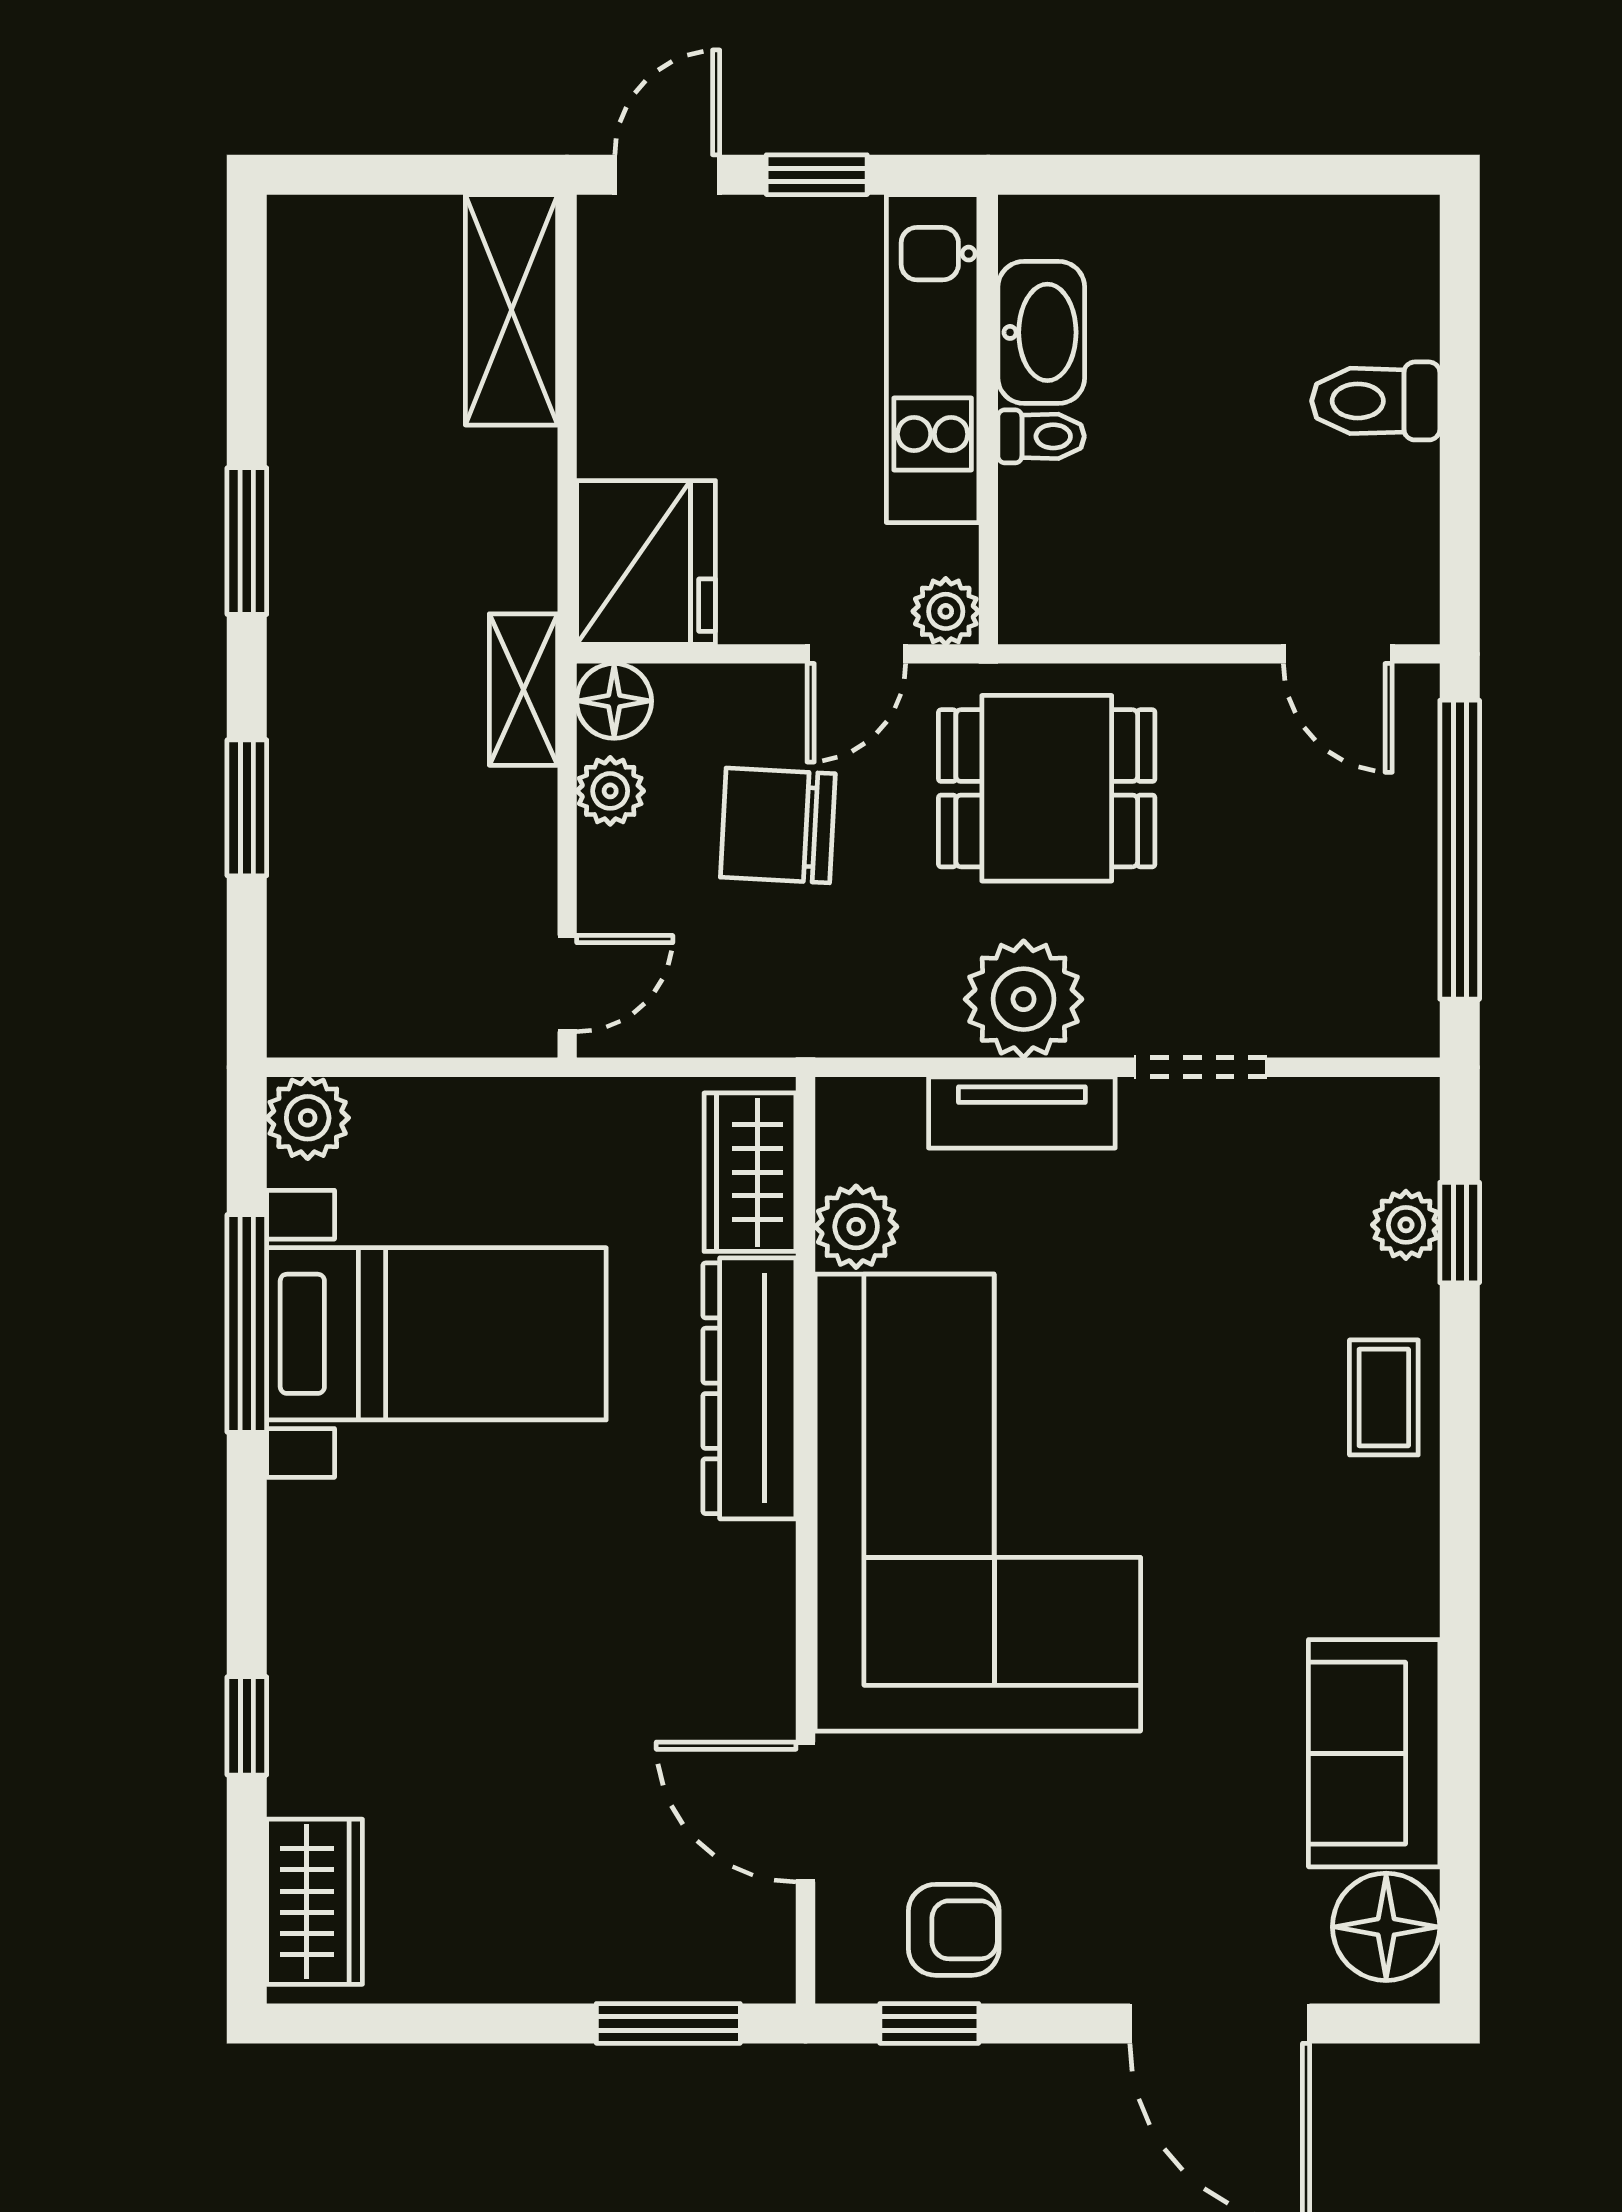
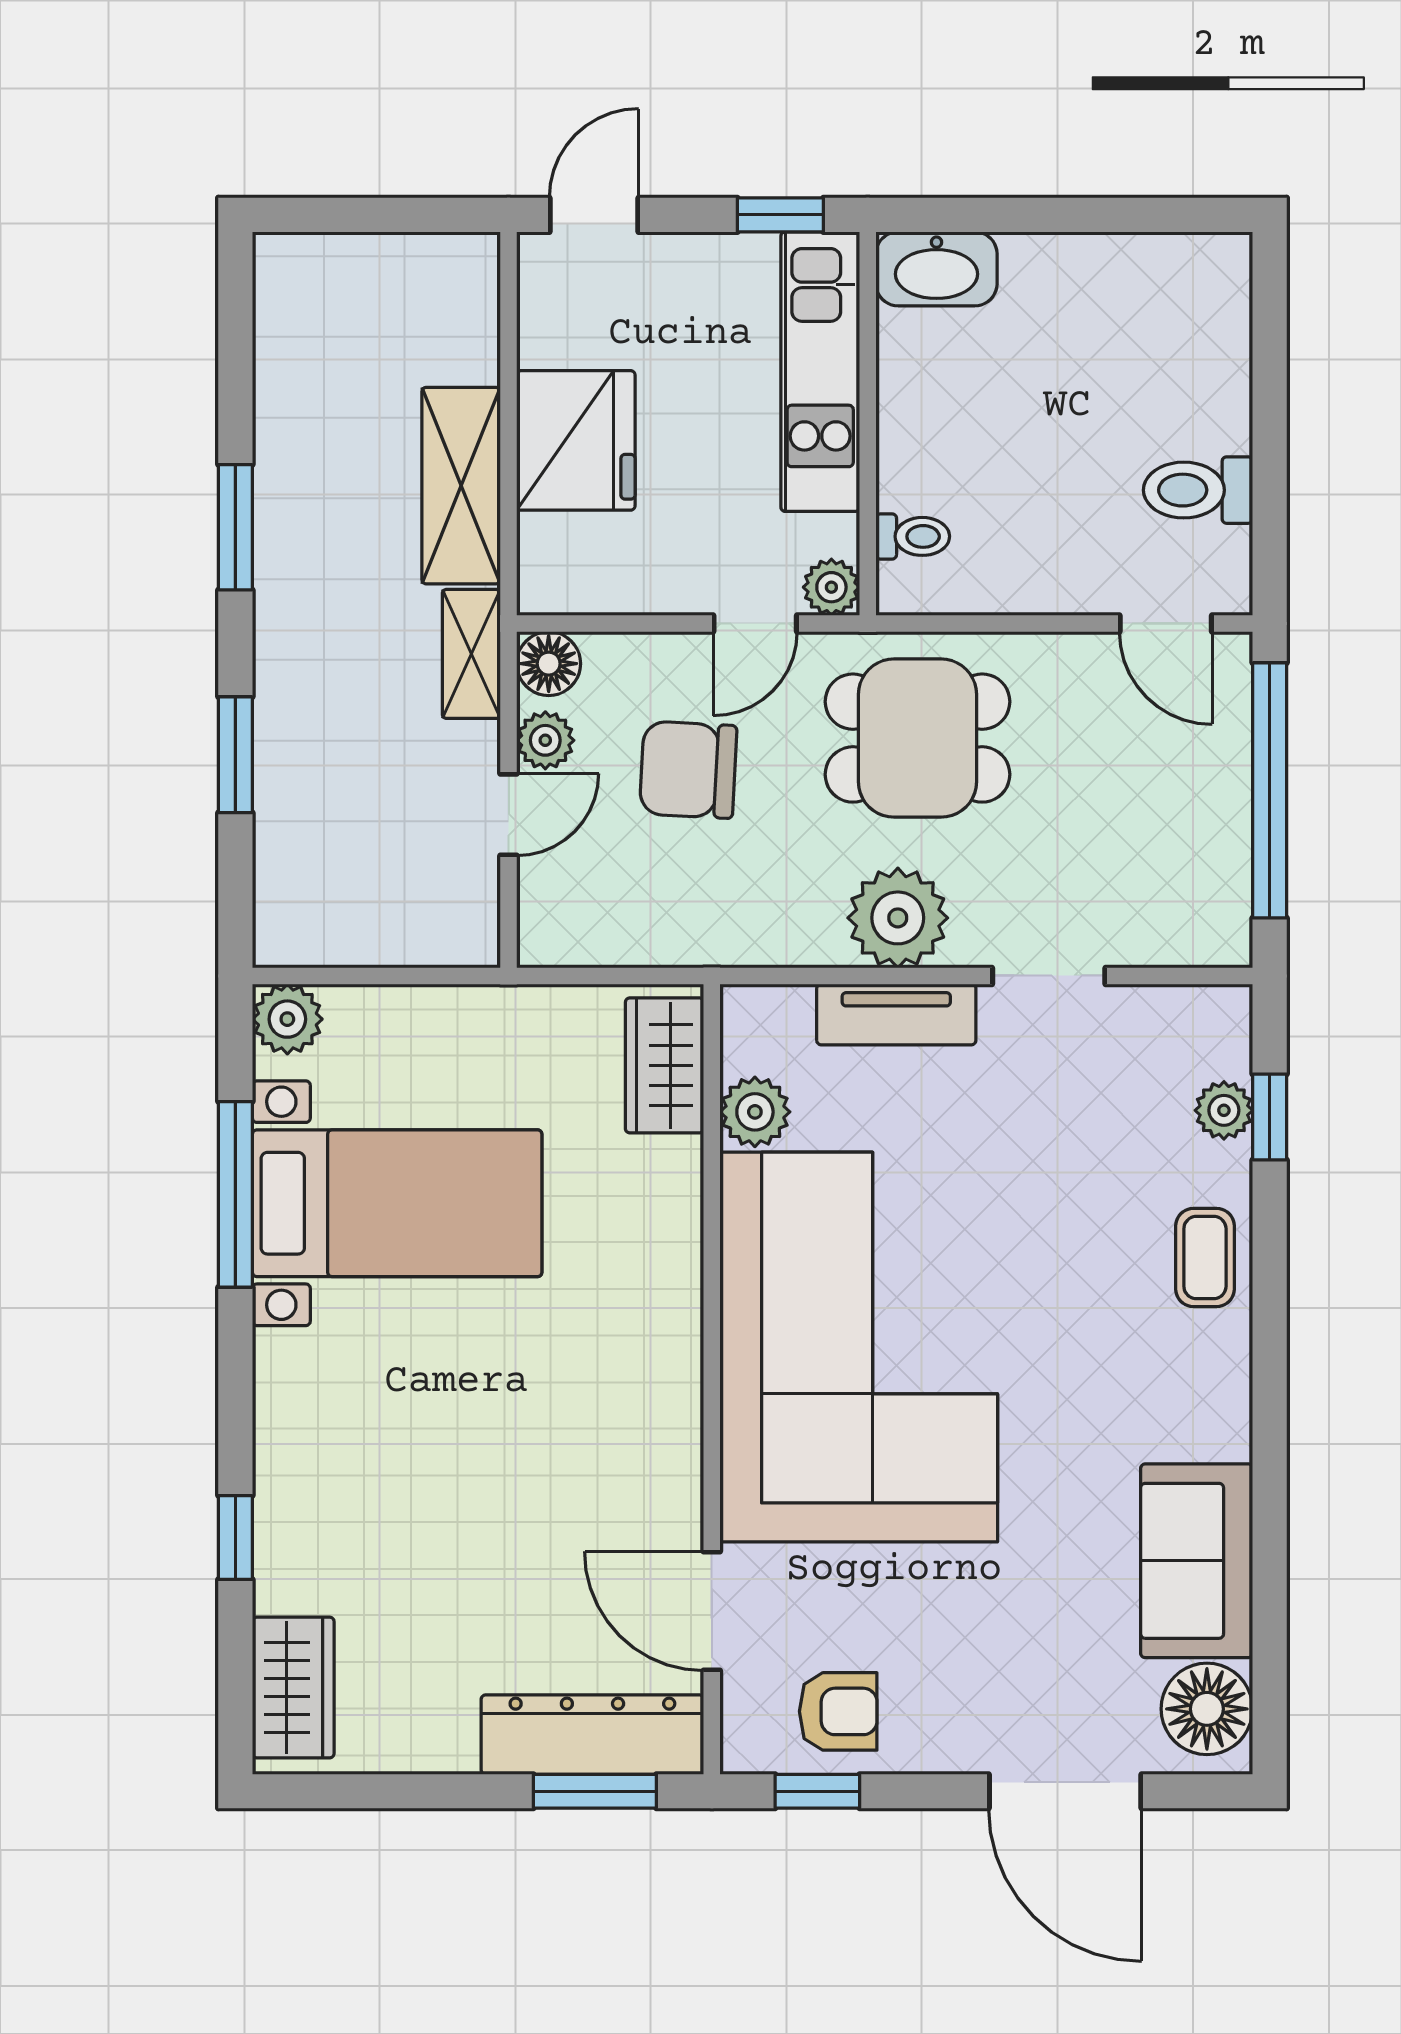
window: (817, 175) -> (780, 215), moved
shelving: (511, 310) -> (461, 486), moved
washbasin: (1041, 332) -> (936, 269), moved, turned 90
toilet: (1376, 401) -> (1198, 490), moved
toilet: (1041, 436) -> (913, 536), moved
fridge: (646, 563) -> (576, 440), moved
door: (567, 984) -> (509, 815), moved
dresser: (749, 1388) -> (592, 1735), moved, turned 90

